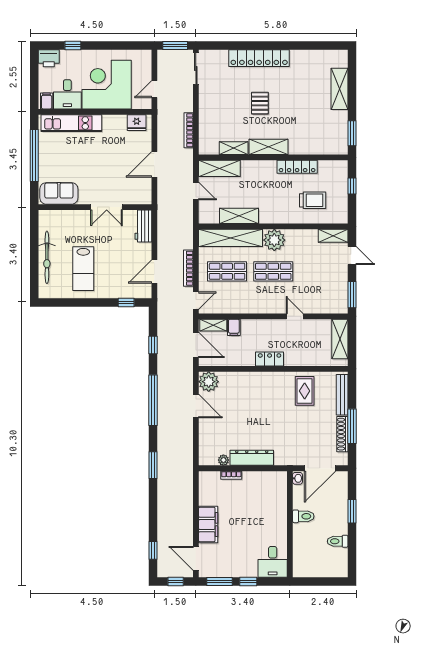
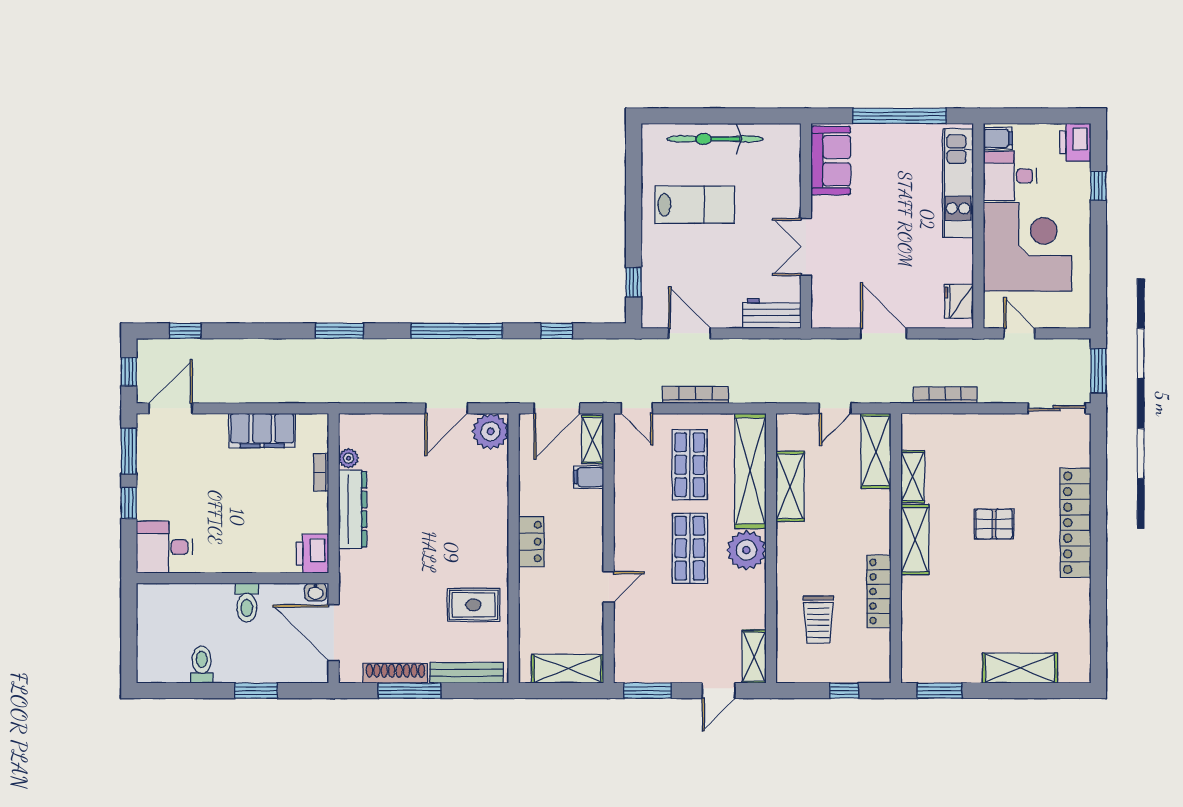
lab bench: (83, 269) -> (695, 205), turned 180
printer: (276, 480) -> (312, 554), added
filing cabinet: (208, 524) -> (262, 430), moved

